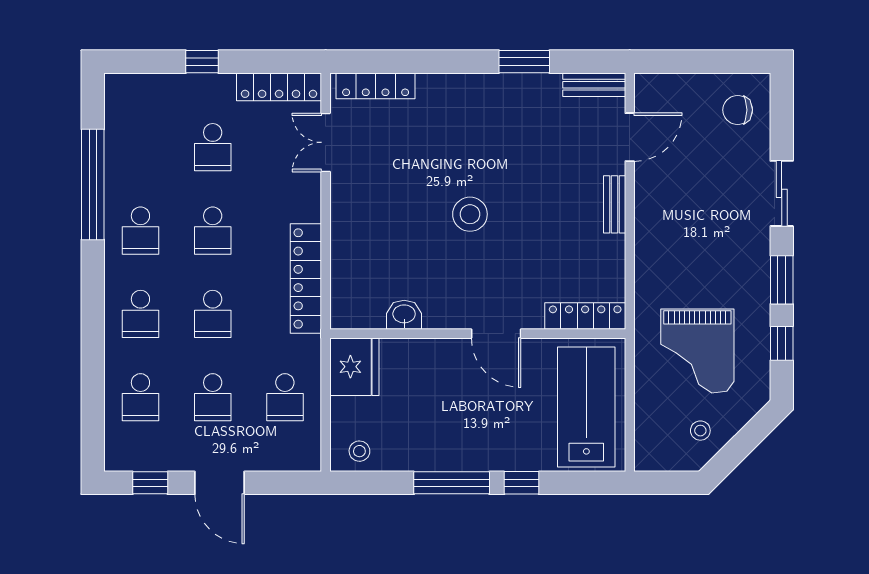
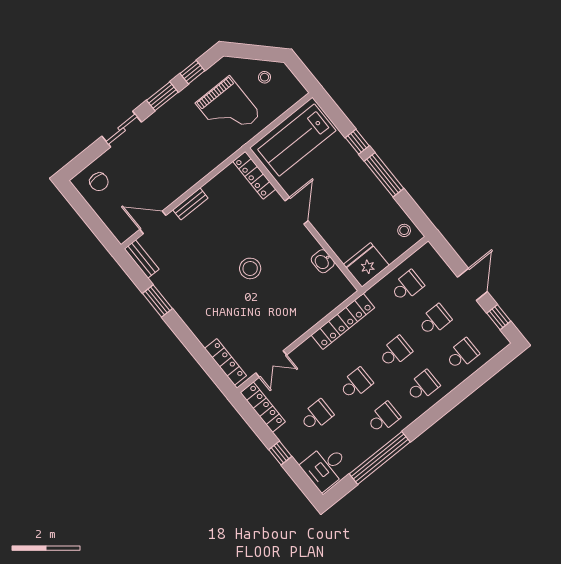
desk: (138, 105) -> (325, 467), added
grand piano: (697, 351) -> (228, 109), turned 90

